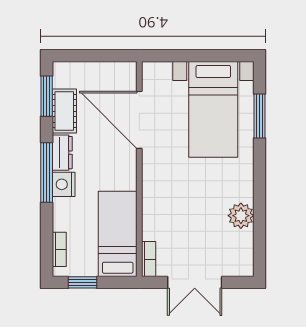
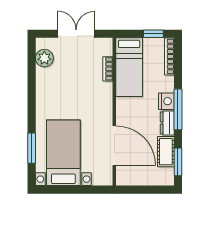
plant: (241, 216) -> (44, 58), moved
bookcase: (59, 249) -> (169, 57), width x1.56
bookcase: (149, 259) -> (108, 69), moved

